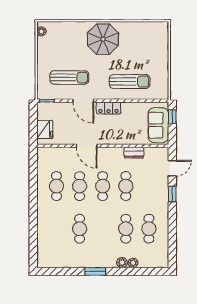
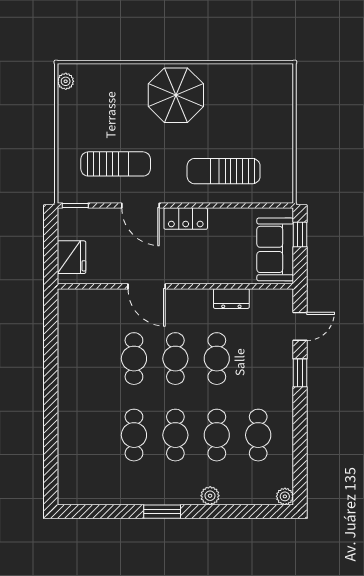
sun lounger: (130, 82) -> (224, 171), turned 180
cafe table: (57, 186) -> (175, 435), moved
plant: (133, 263) -> (285, 496), moved

